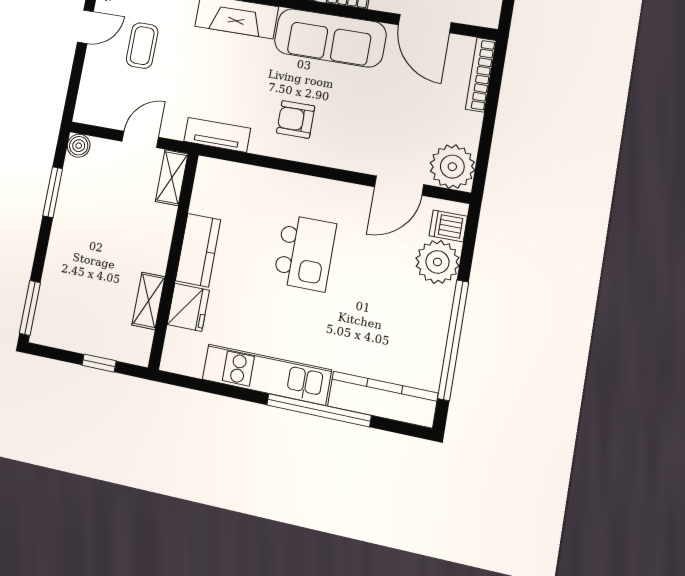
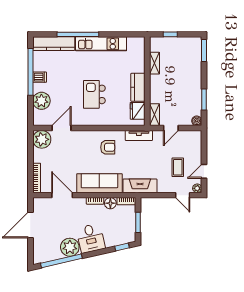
dishwasher: (448, 226) -> (40, 77), moved
fridge: (188, 307) -> (138, 111), moved

